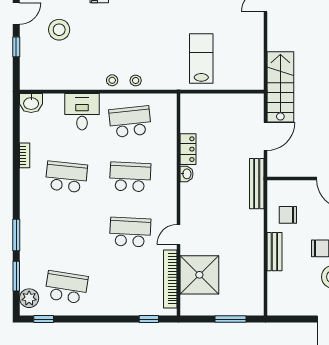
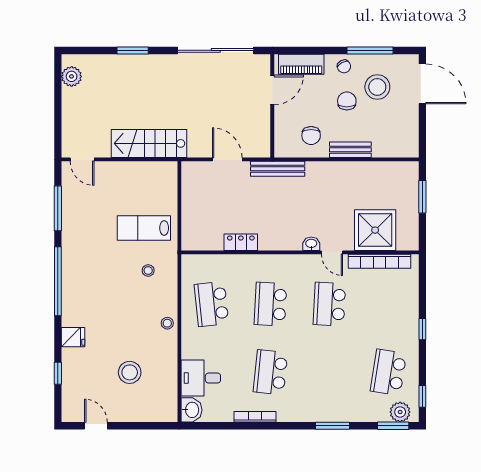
stool: (59, 30) -> (130, 372), moved
window: (16, 47) -> (132, 426), removed
stool: (136, 80) -> (148, 270), moved
stairs: (280, 87) -> (149, 143), moved
desk: (82, 112) -> (201, 378), moved
bookcase: (25, 155) -> (255, 417), width x1.56
washbasin: (186, 174) -> (311, 244), moved
window: (16, 276) -> (393, 426), moved
window: (149, 319) -> (422, 329), moved

